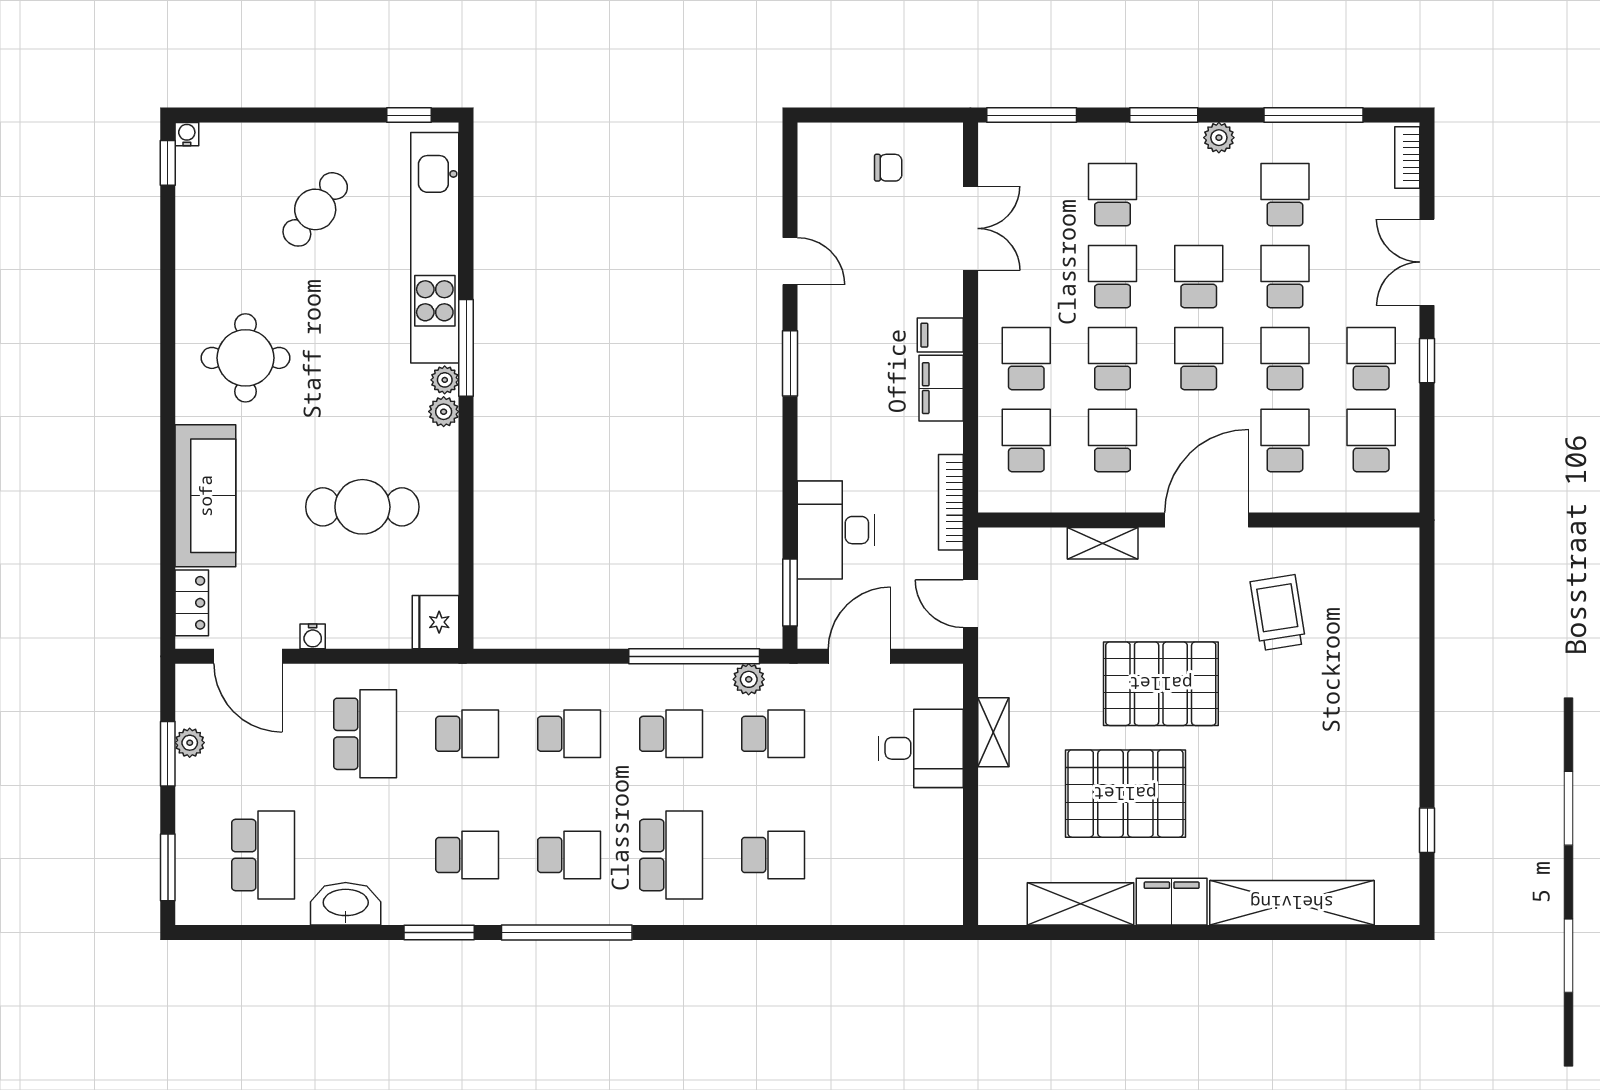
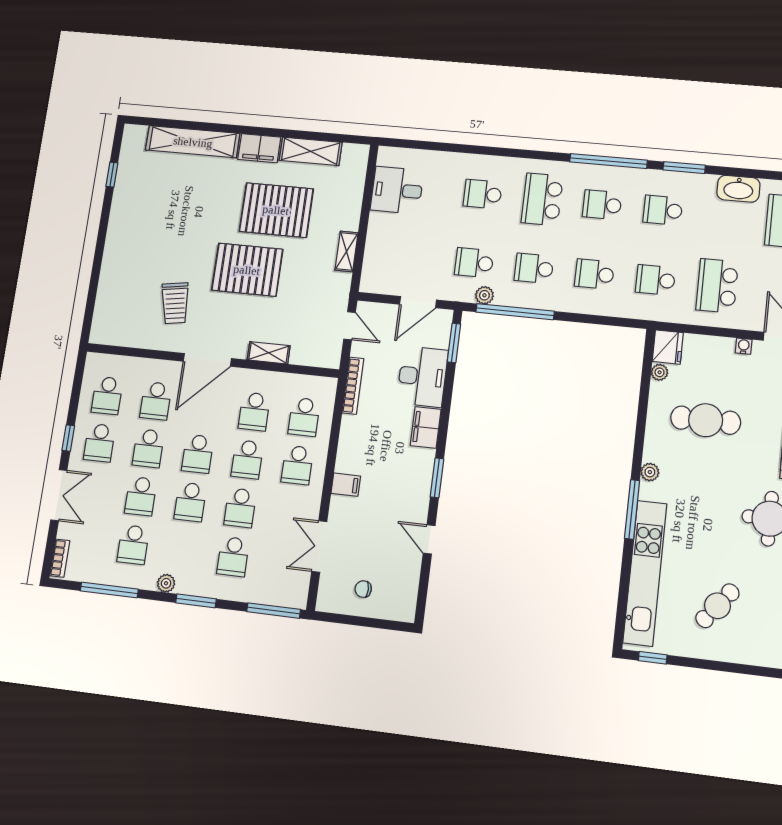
plant: (445, 380) -> (660, 372), moved
filing cabinet: (941, 388) -> (426, 428), moved, turned 180
desk: (921, 748) -> (397, 190), moved

